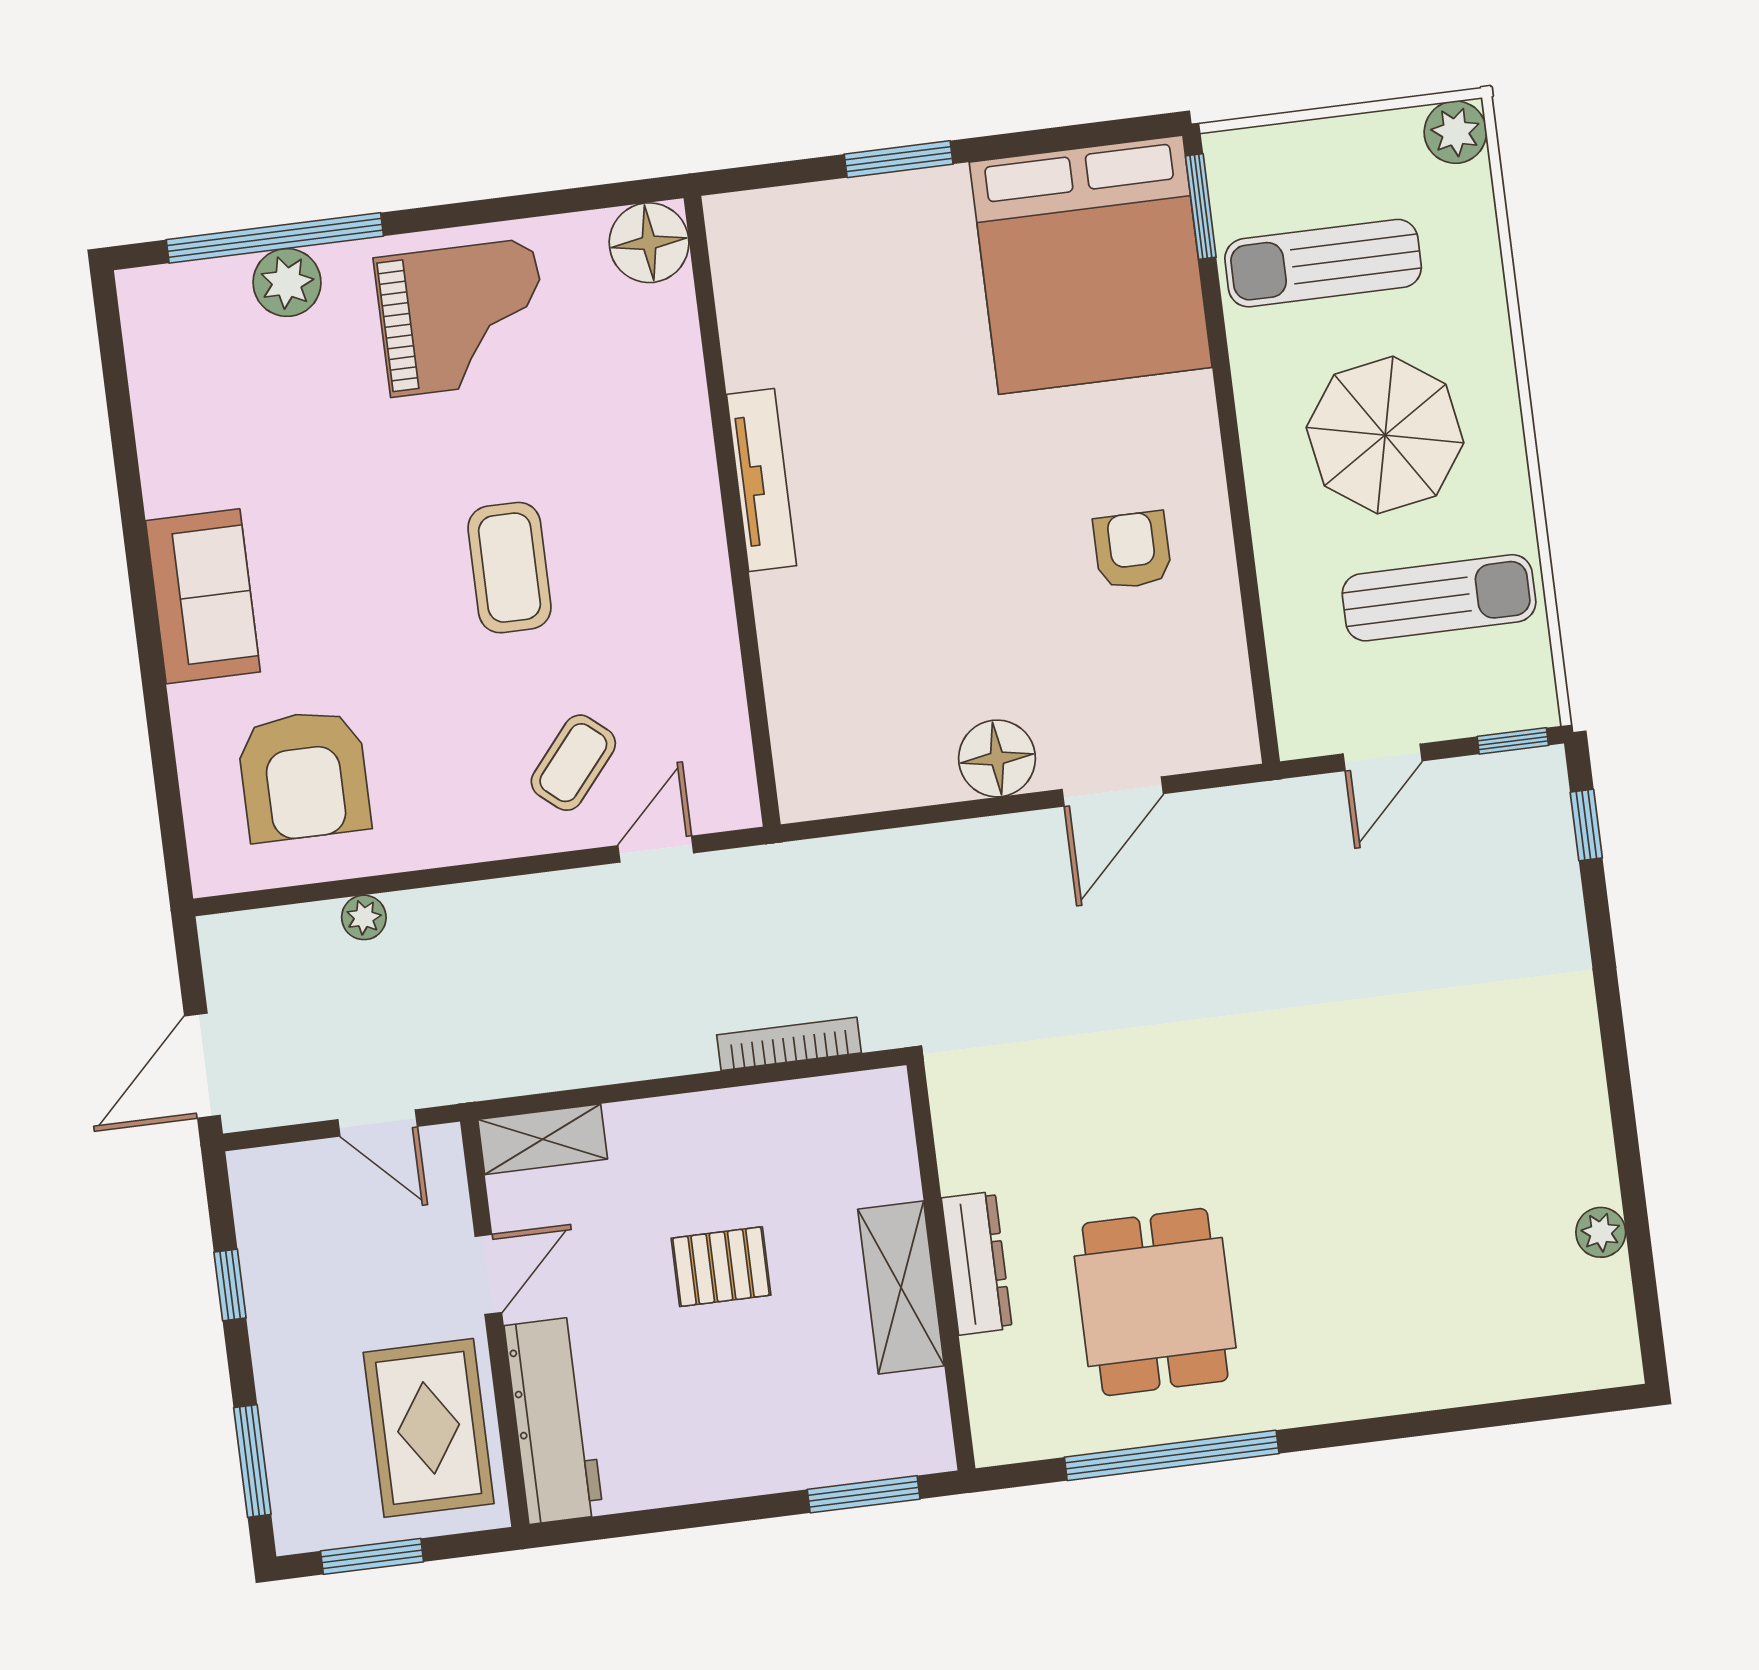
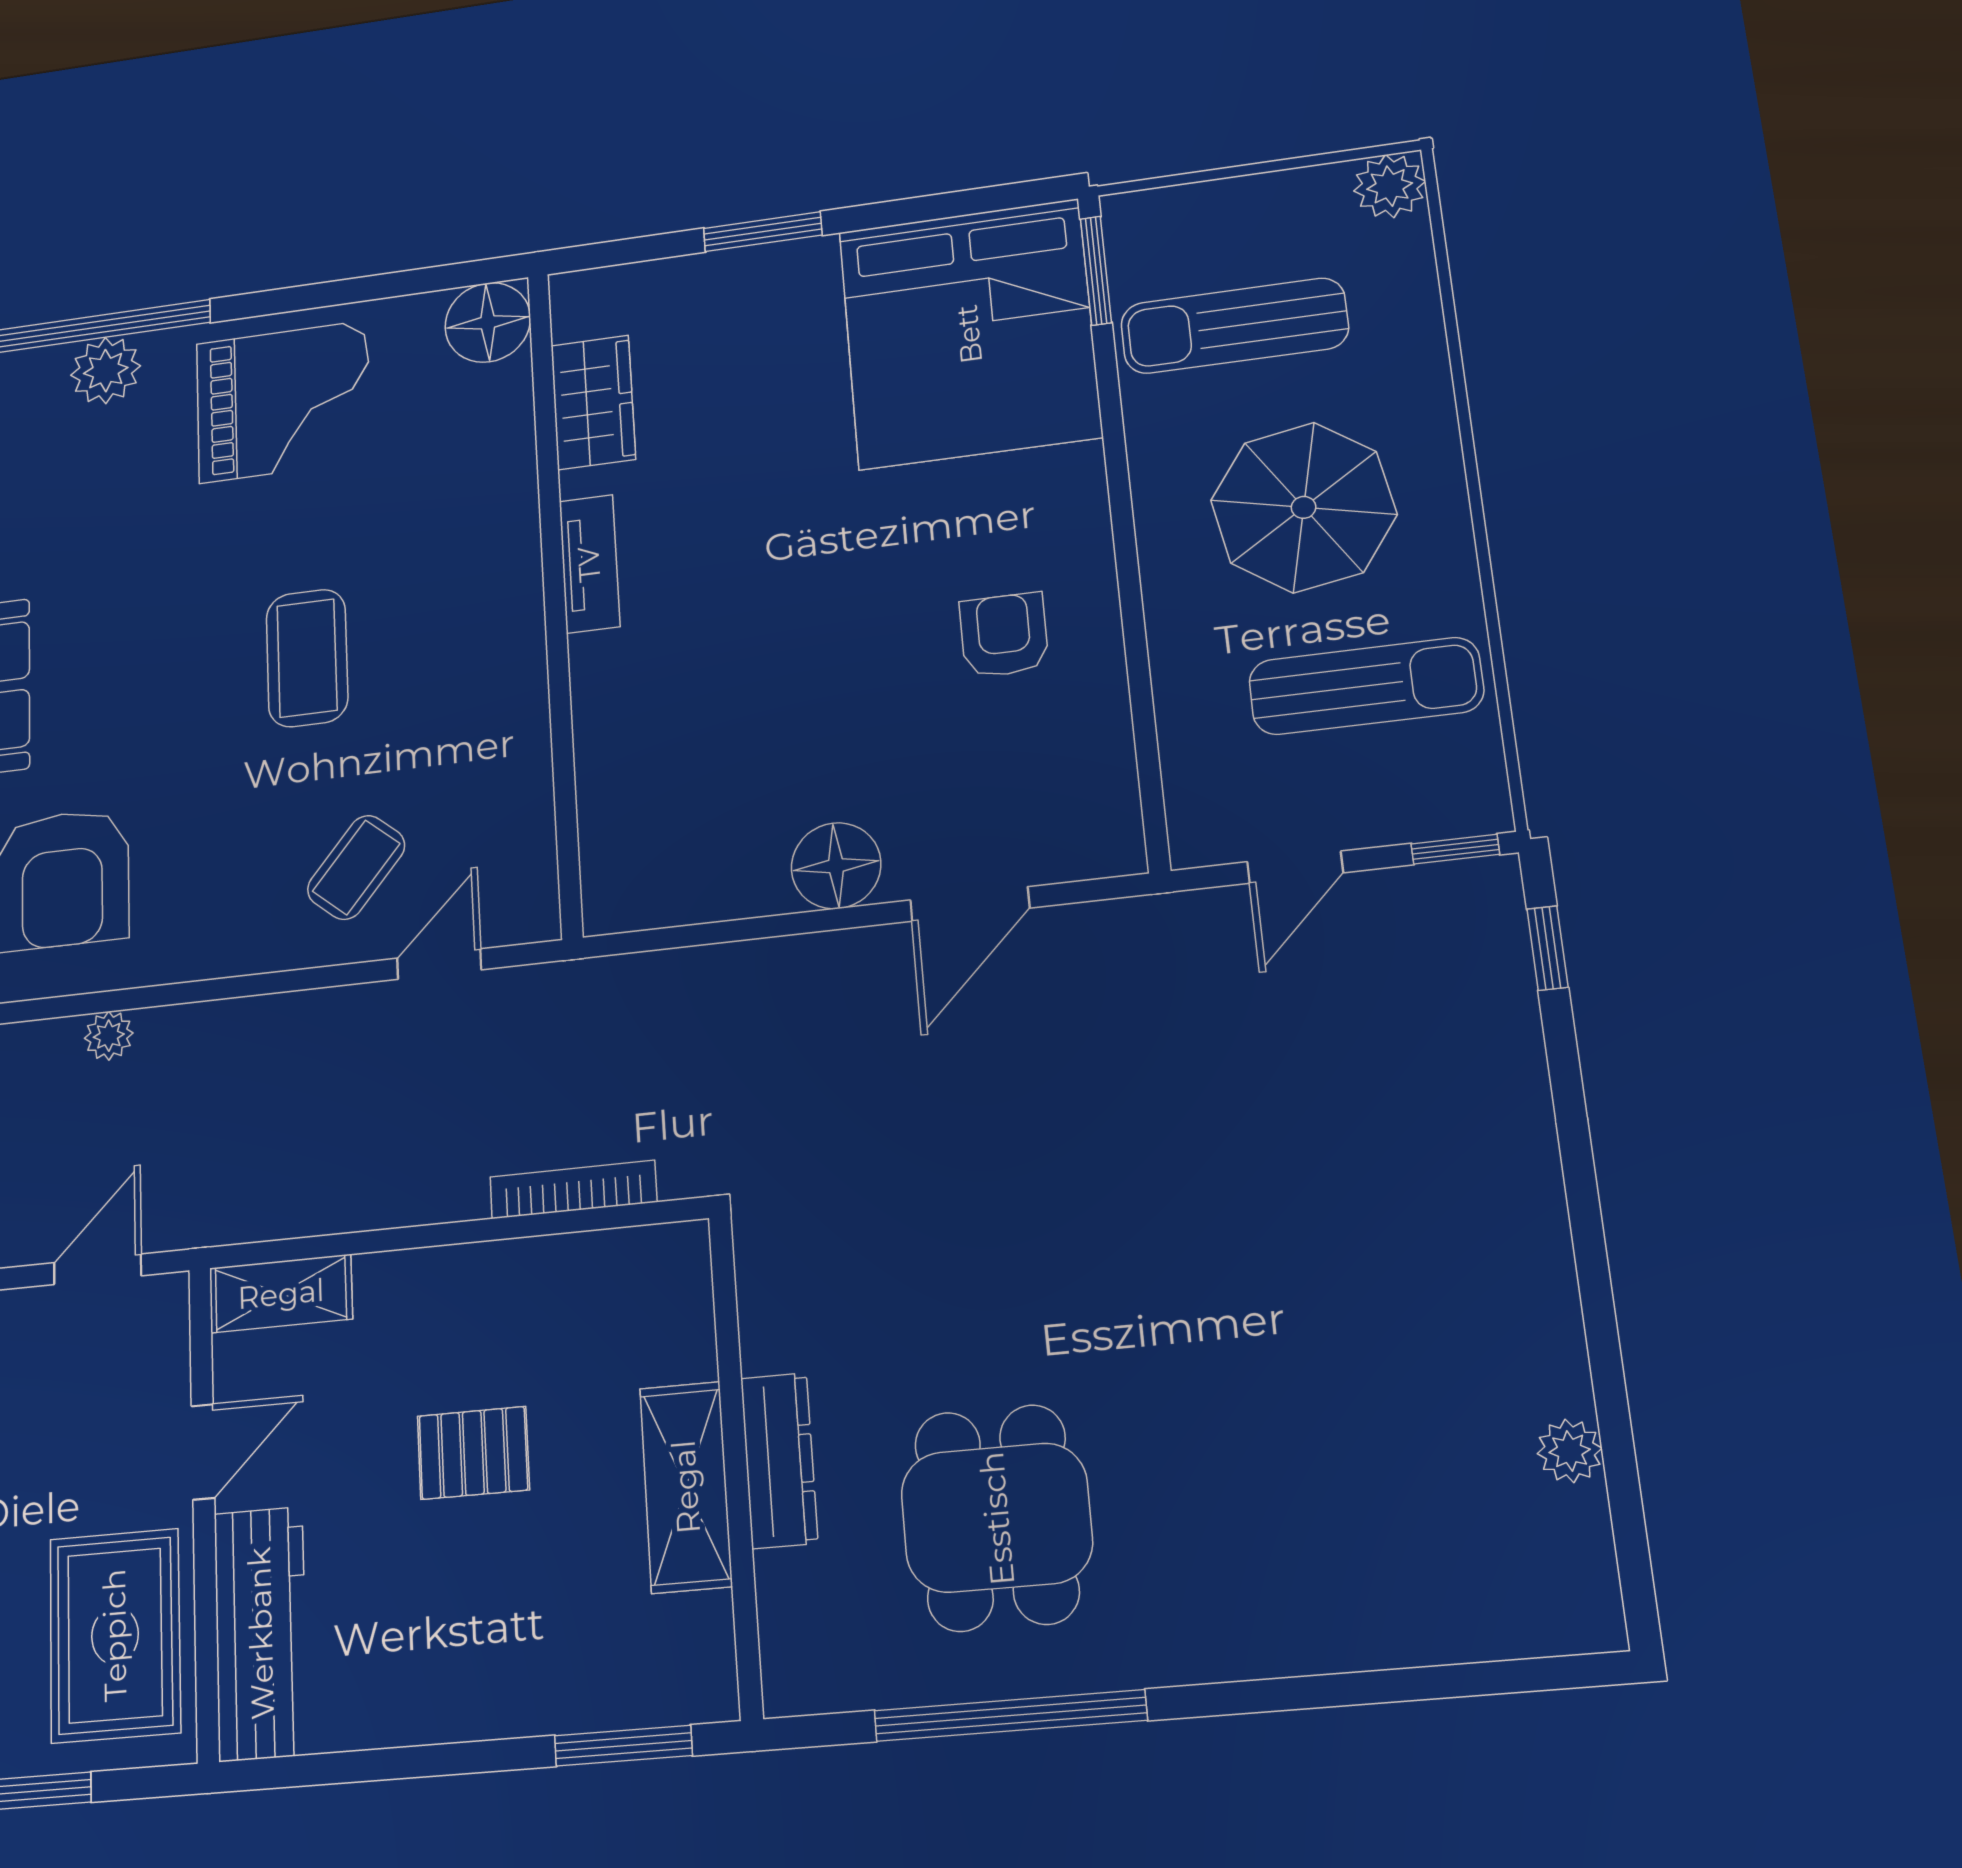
wardrobe: (753, 324) -> (593, 402), added
tv unit: (761, 480) -> (589, 564), width x0.71
door: (378, 1123) -> (98, 1269), swing flipped

